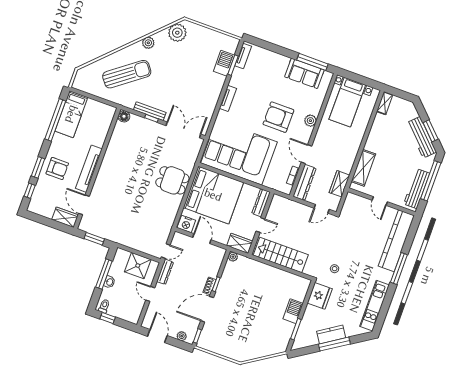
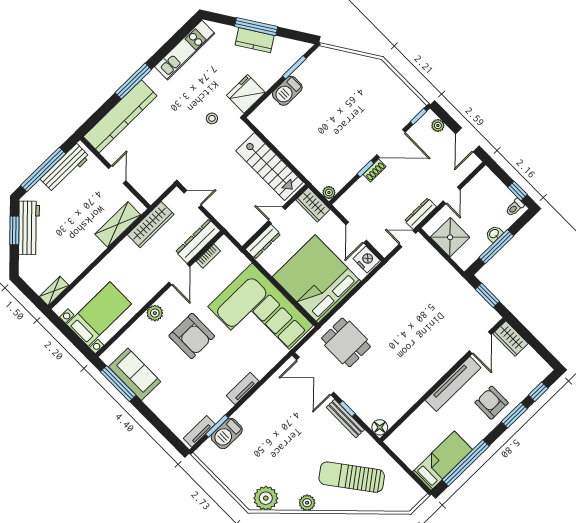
dining table: (172, 180) -> (346, 342), moved
wardrobe: (340, 184) -> (151, 225), width x1.50

